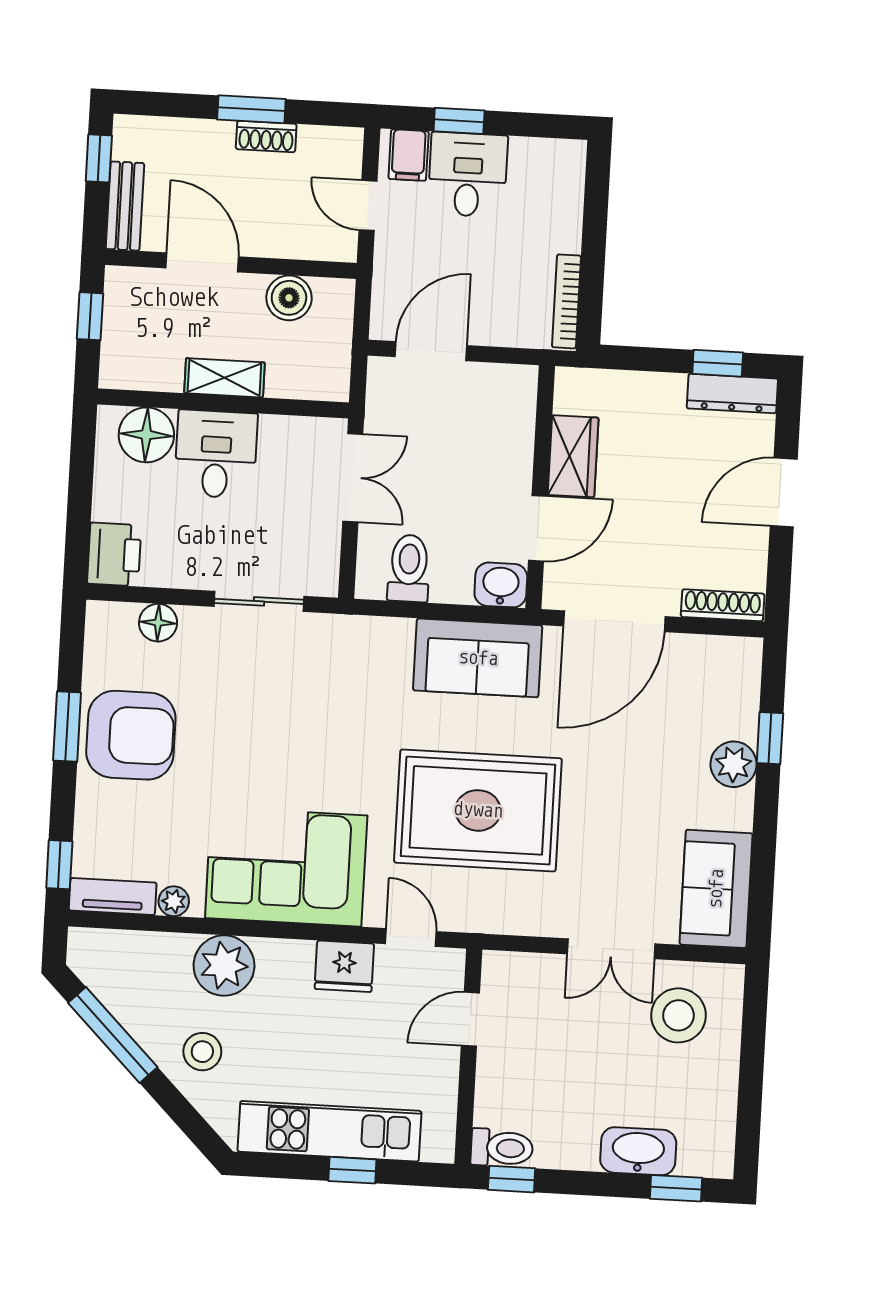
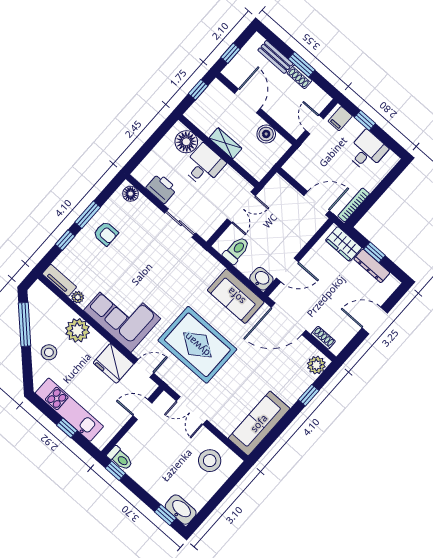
window: (99, 158) -> (230, 53), moved
desk: (468, 175) -> (367, 151), moved
bench: (125, 206) -> (275, 57), moved, turned 90
door: (431, 351) -> (317, 203), moved
window: (718, 363) -> (375, 252), moved
dresser: (732, 394) -> (372, 266), moved
wardrobe: (573, 456) -> (344, 244), moved, turned 90
printer: (114, 554) -> (161, 188), moved, turned -90
shoe rack: (723, 605) -> (323, 338), width x0.70
floor lamp: (158, 623) -> (131, 194), moved
armchair: (131, 735) -> (106, 234), width x0.53, depth x0.53
plant: (734, 764) -> (316, 365), moved
window: (59, 865) -> (65, 240), moved
sofa: (716, 889) -> (259, 423), width x1.36
door: (411, 938) -> (144, 368), hinge flipped
double door: (611, 949) -> (192, 411), moved
fridge: (344, 966) -> (113, 363), width x1.36, depth x1.34
washbasin: (638, 1151) -> (181, 510), moved

